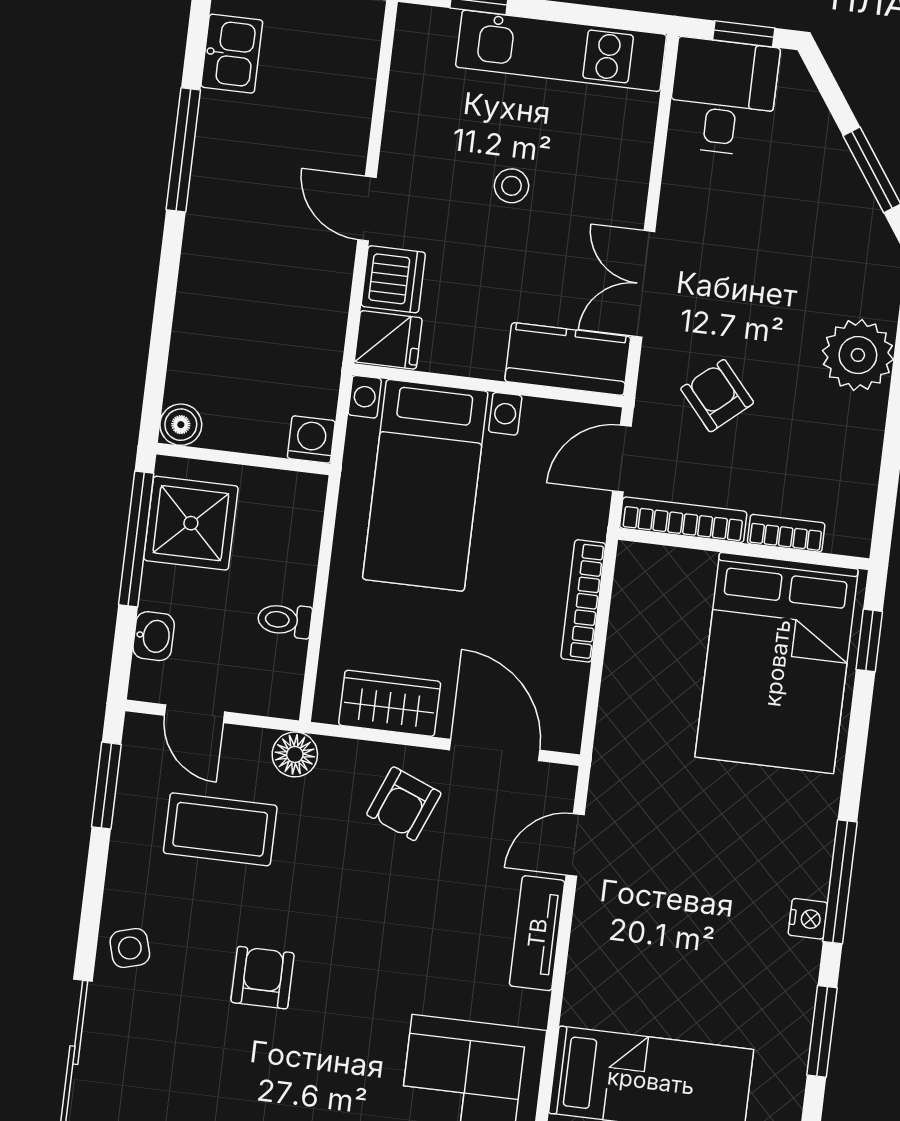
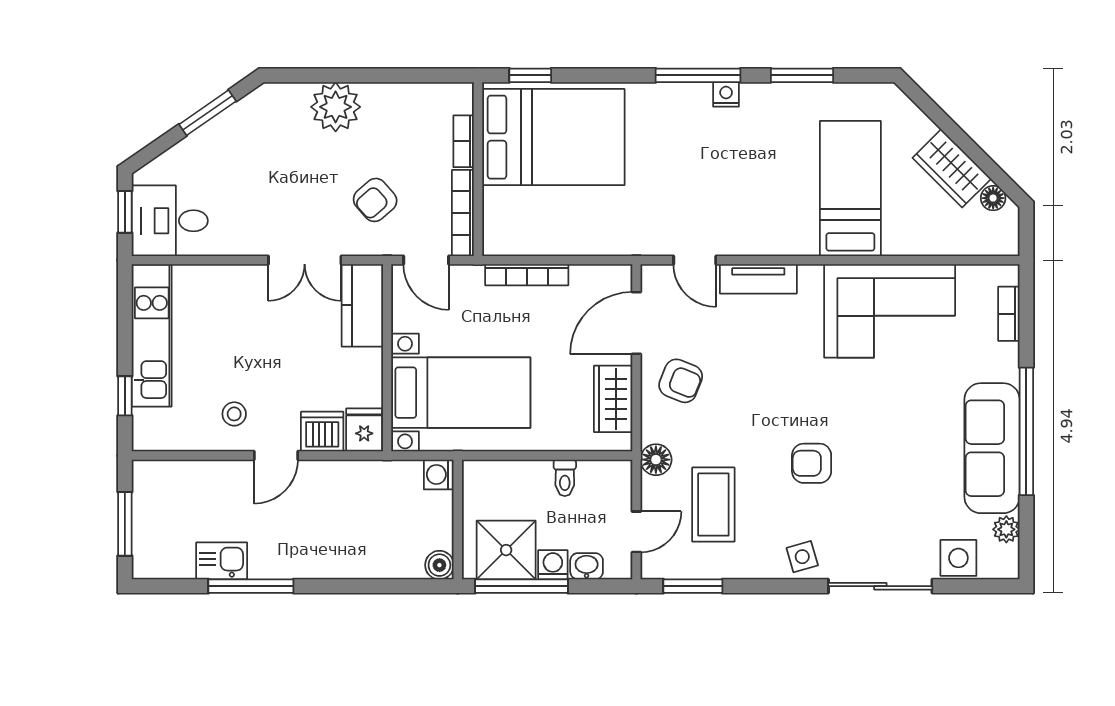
kitchen sink: (232, 54) -> (222, 561), moved
stool: (511, 186) -> (234, 414), moved
washing machine: (162, 588) -> (553, 565), added

